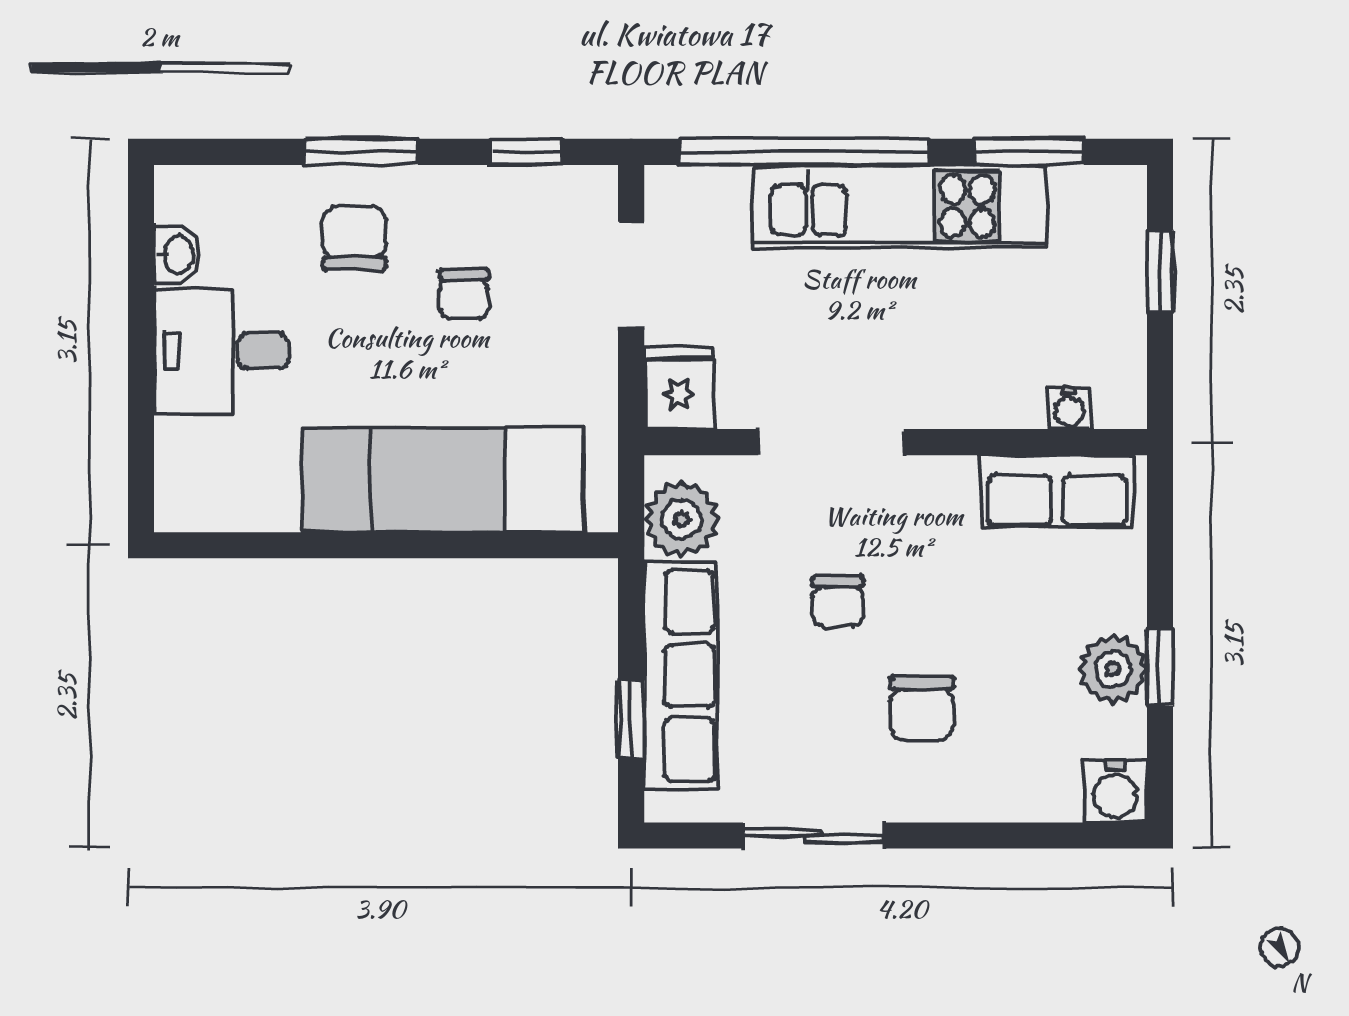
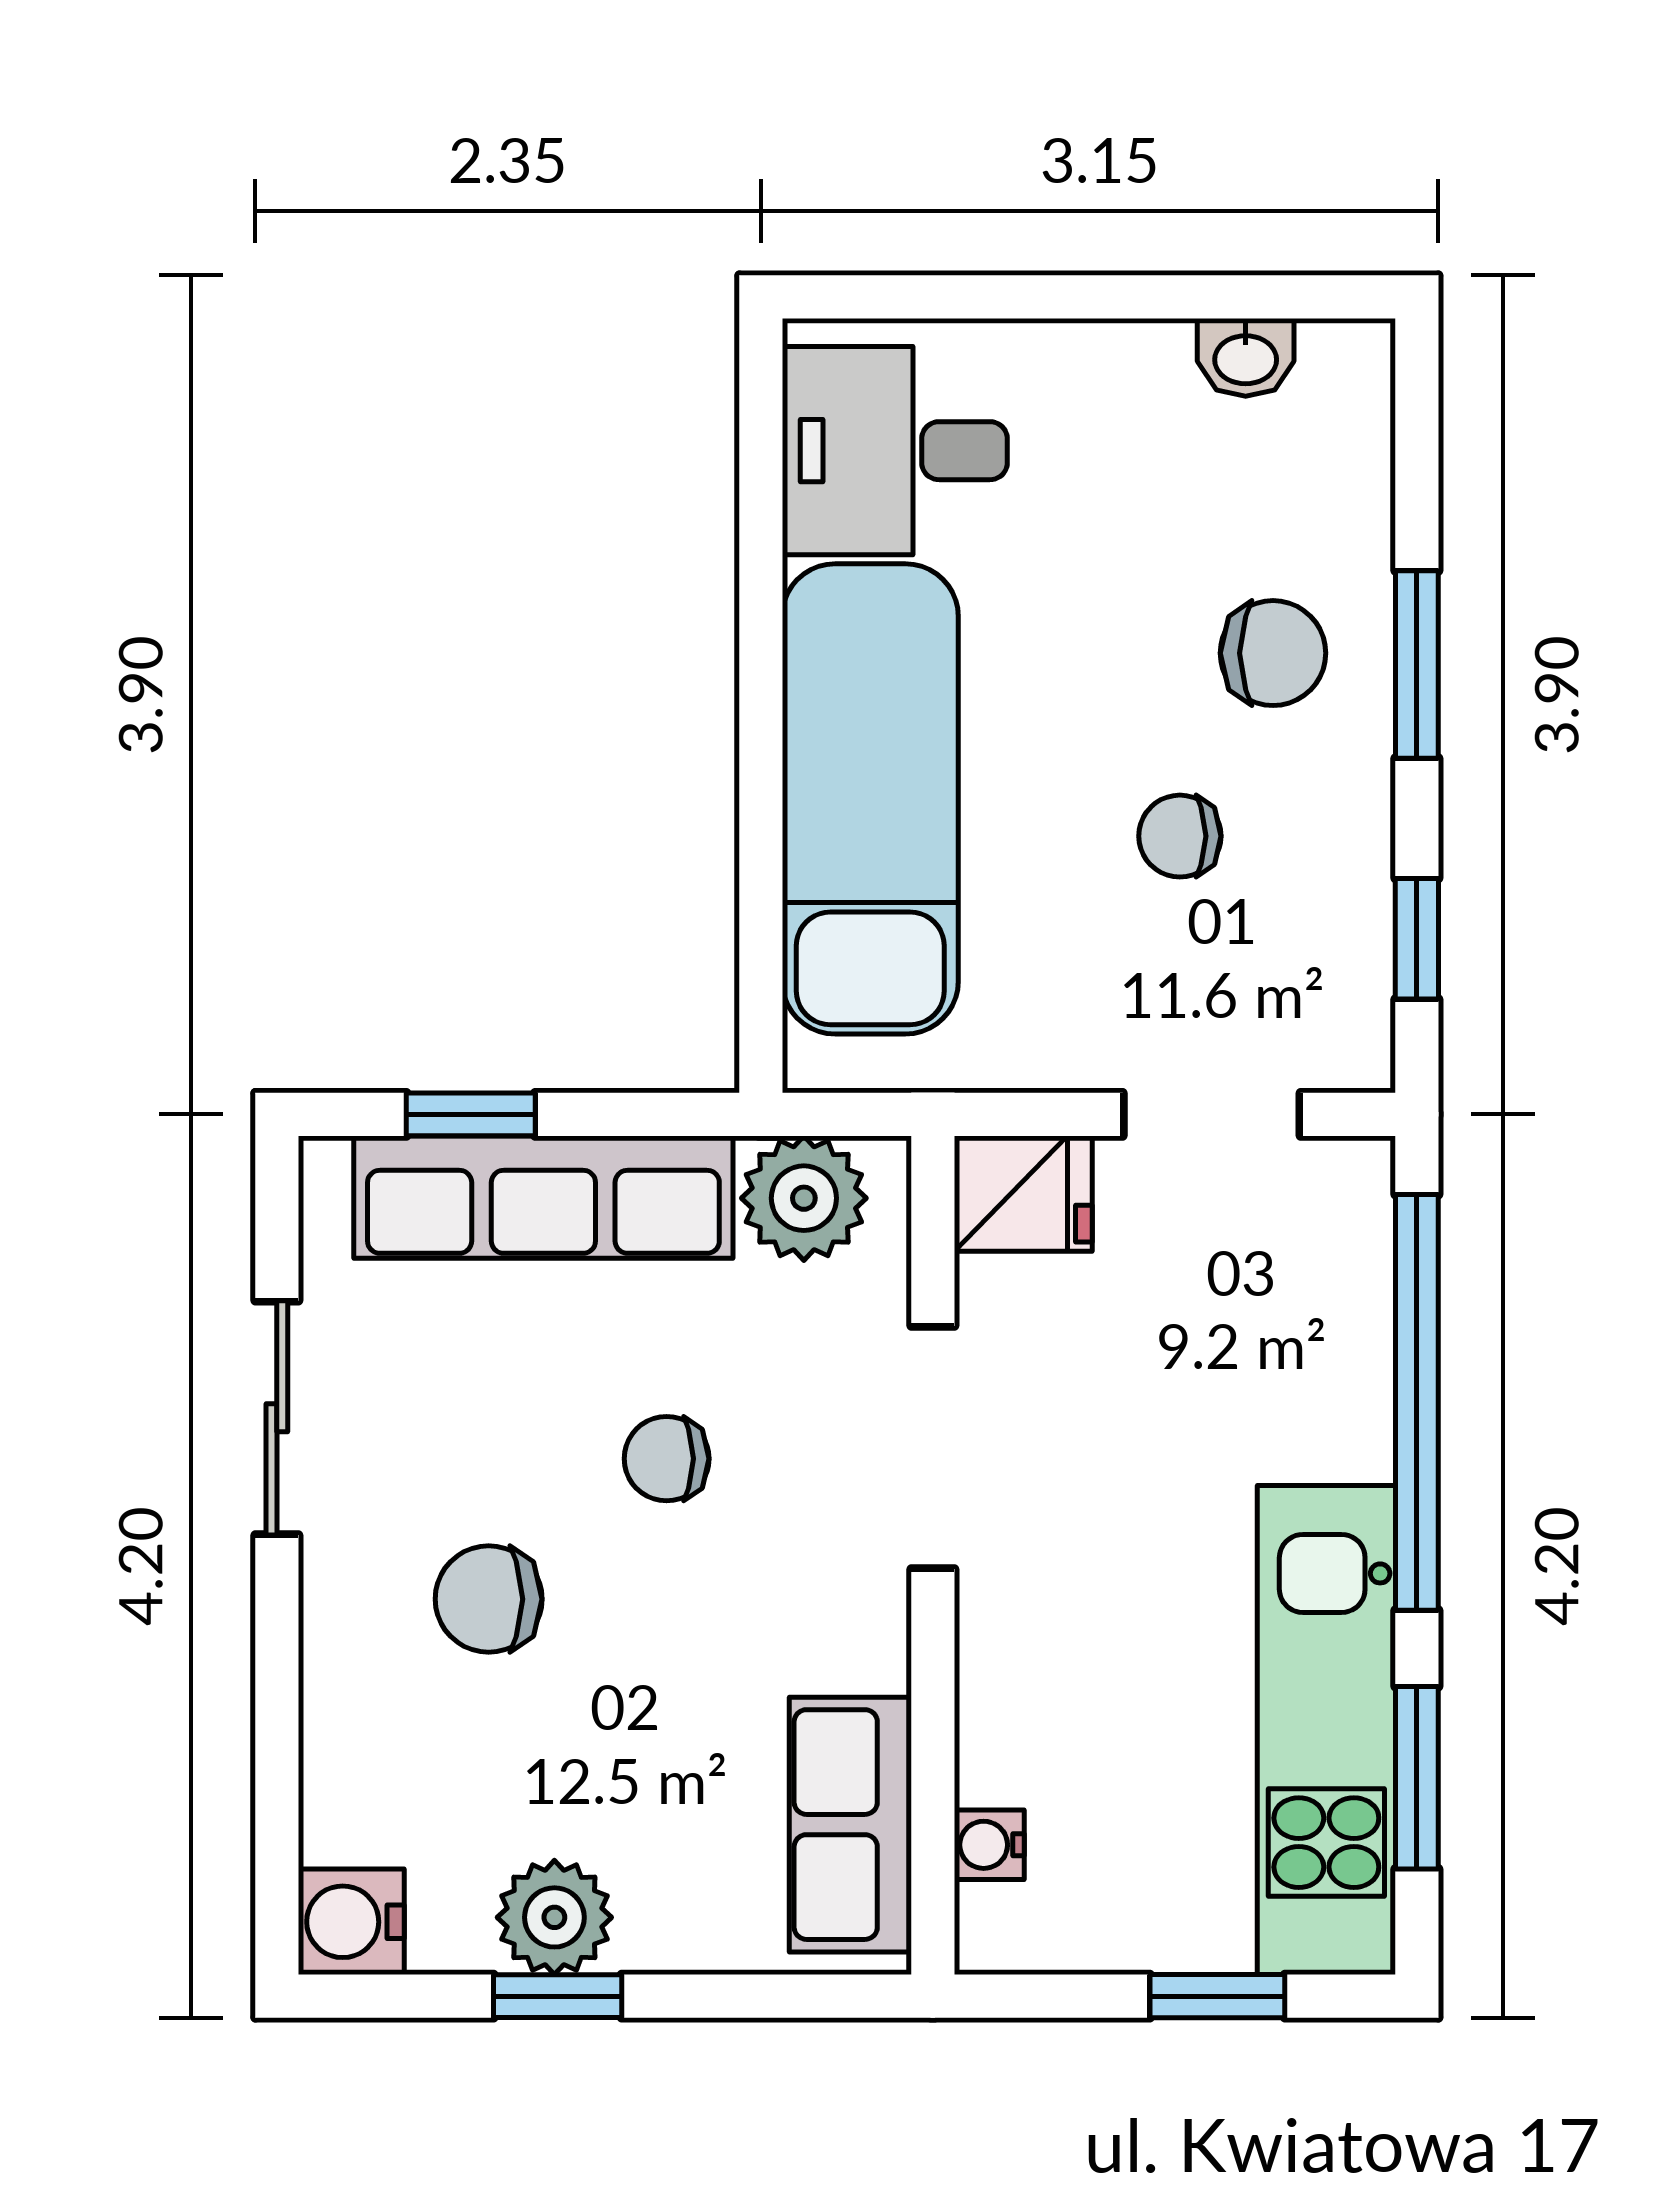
kitchen unit: (900, 206) -> (1326, 1730), moved
desk: (221, 351) -> (895, 451), moved, turned -90

